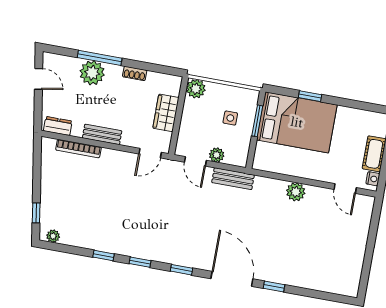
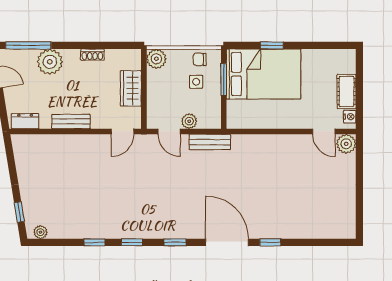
window: (100, 58) -> (28, 45), moved
chair: (238, 97) -> (200, 59), added
bookcase: (78, 149) -> (50, 140), removed
plant: (296, 192) -> (346, 144), moved

